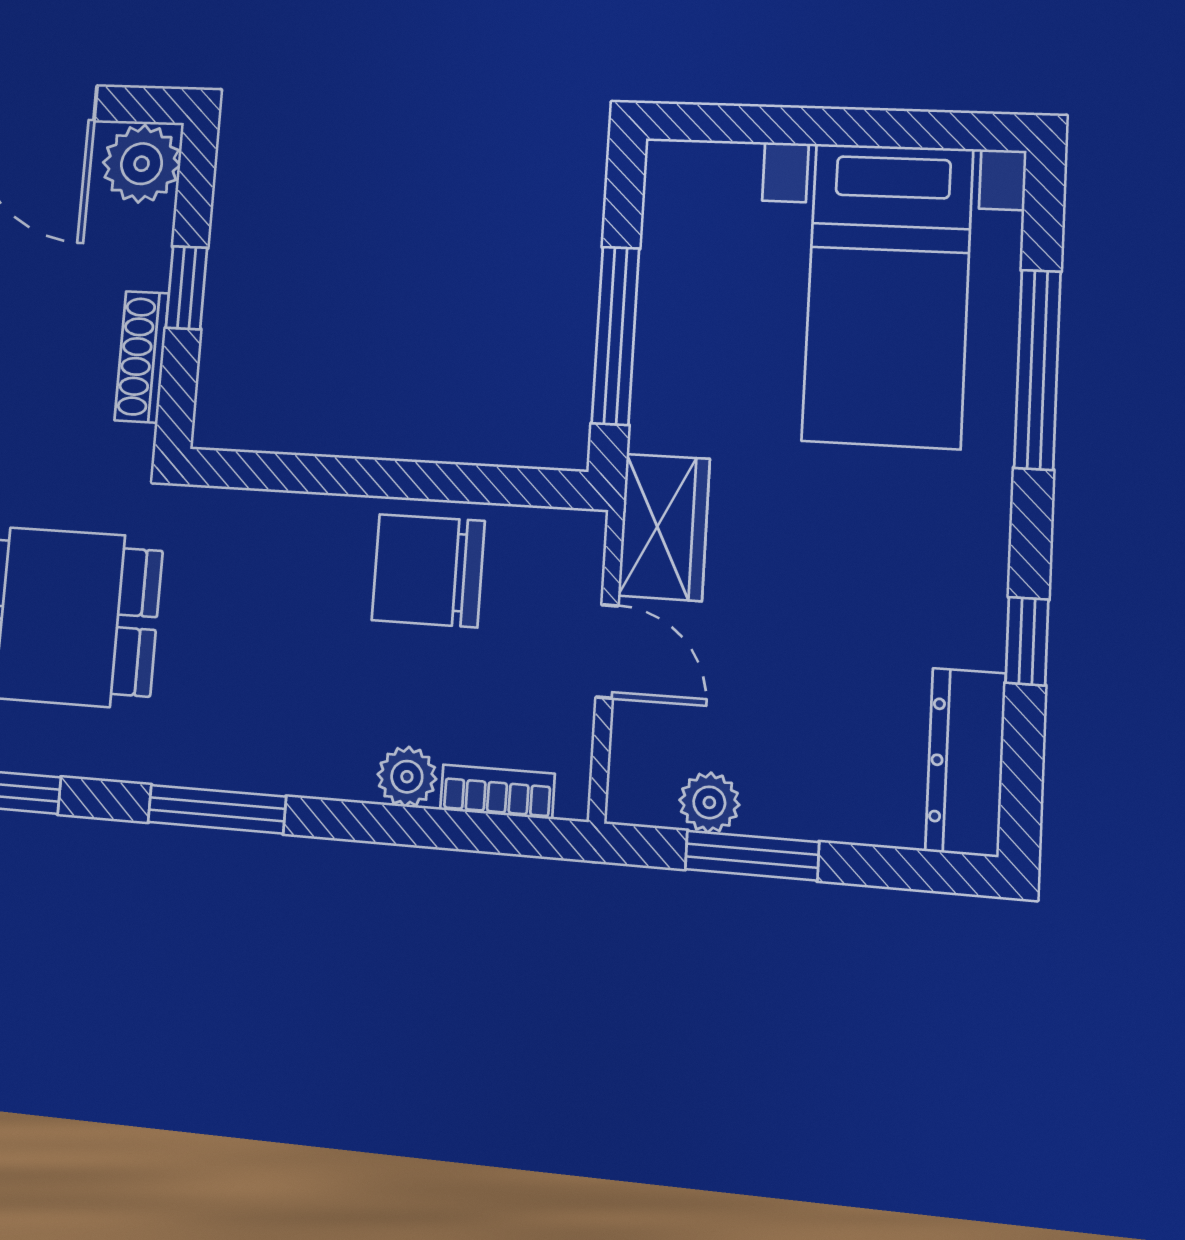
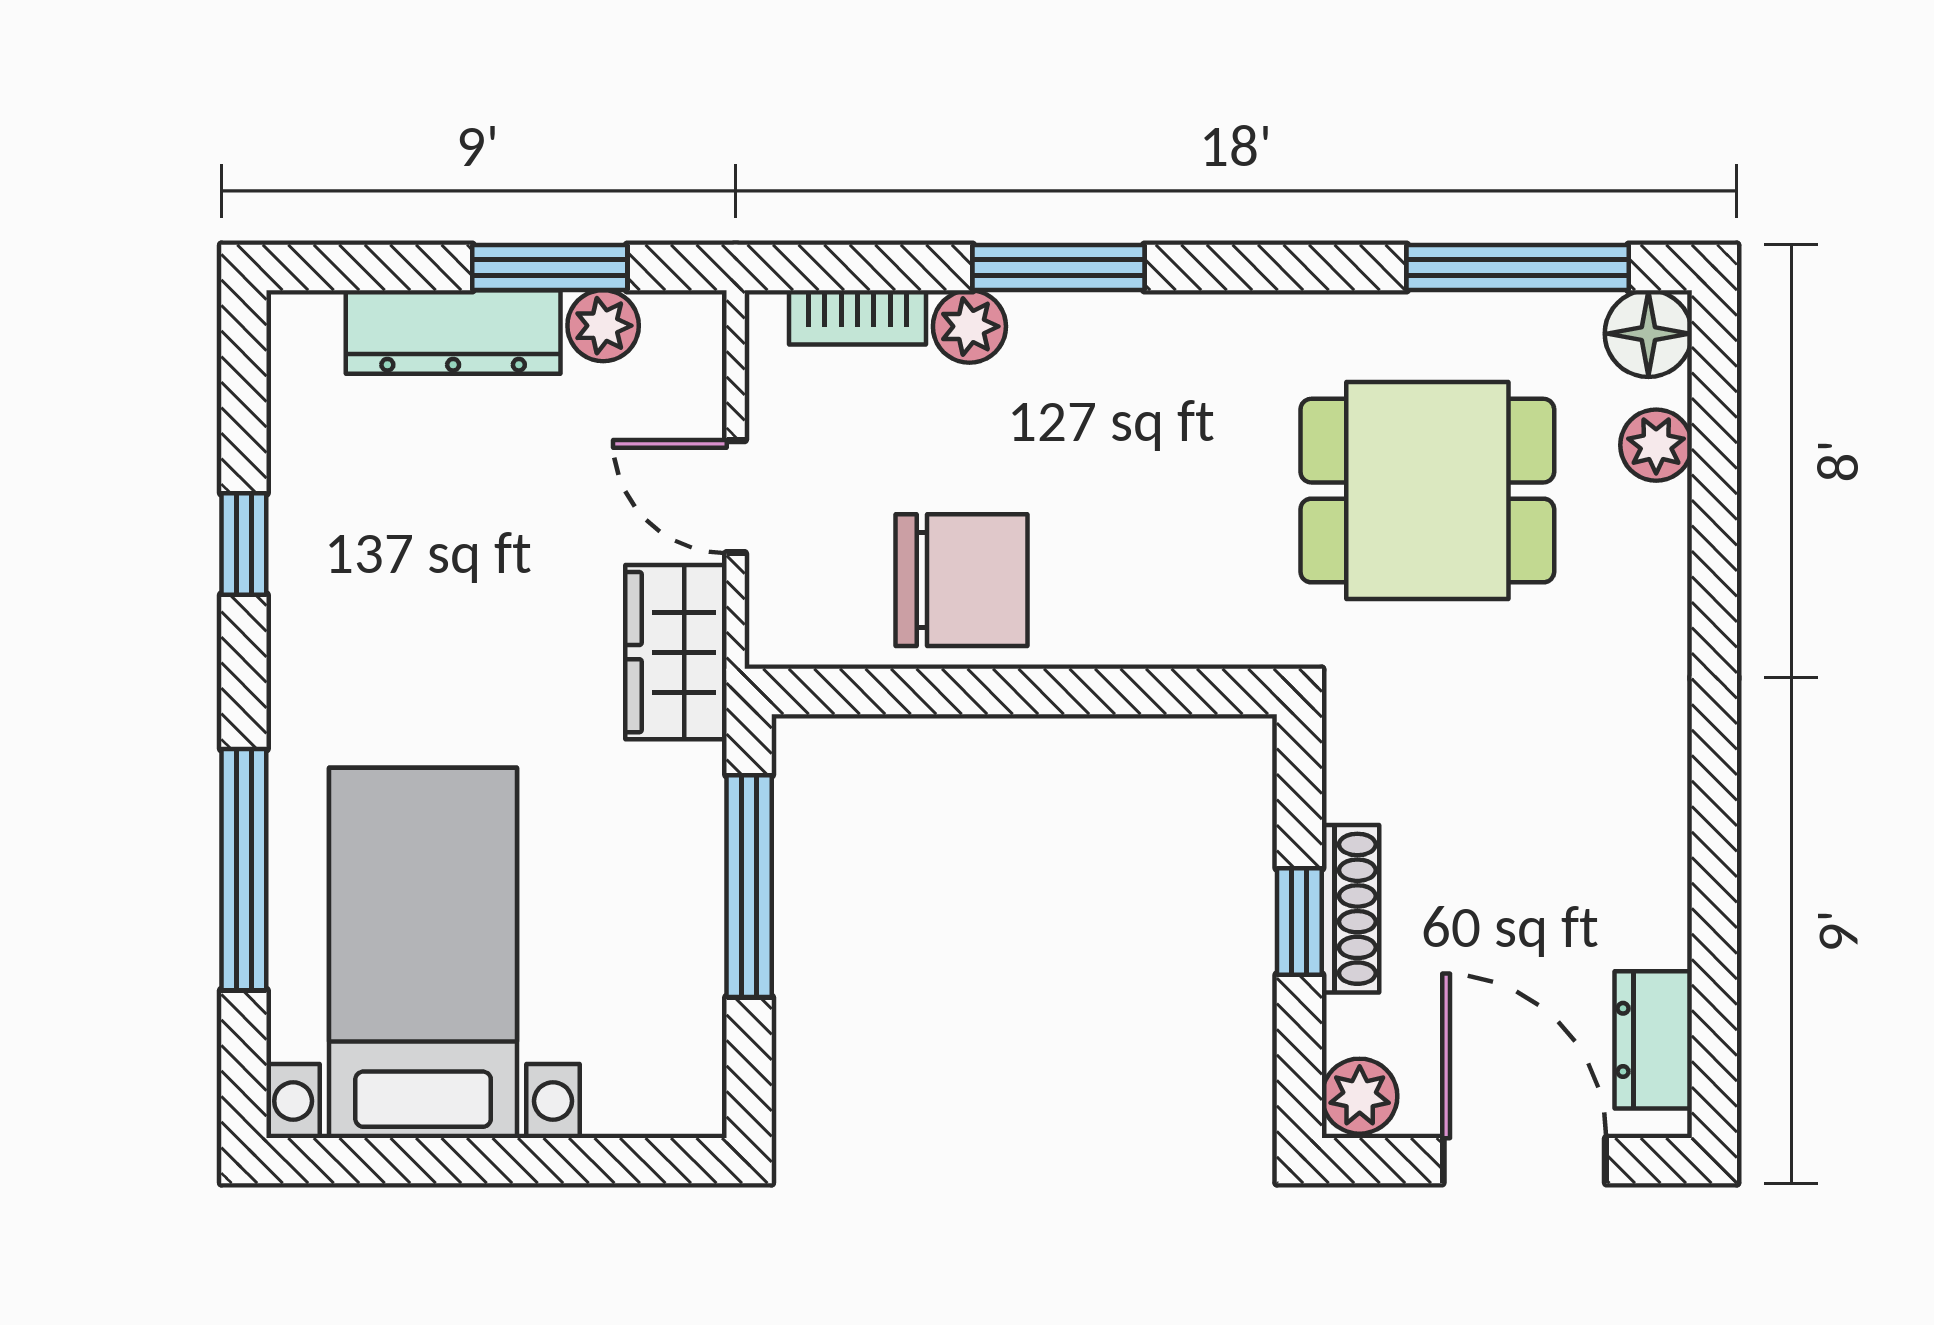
plant: (142, 164) -> (1360, 1096), width x0.73, depth x0.73
shoe rack: (142, 357) -> (1351, 909), moved
dresser: (966, 762) -> (453, 332), moved, turned 90
window: (217, 809) -> (1059, 267), moved

